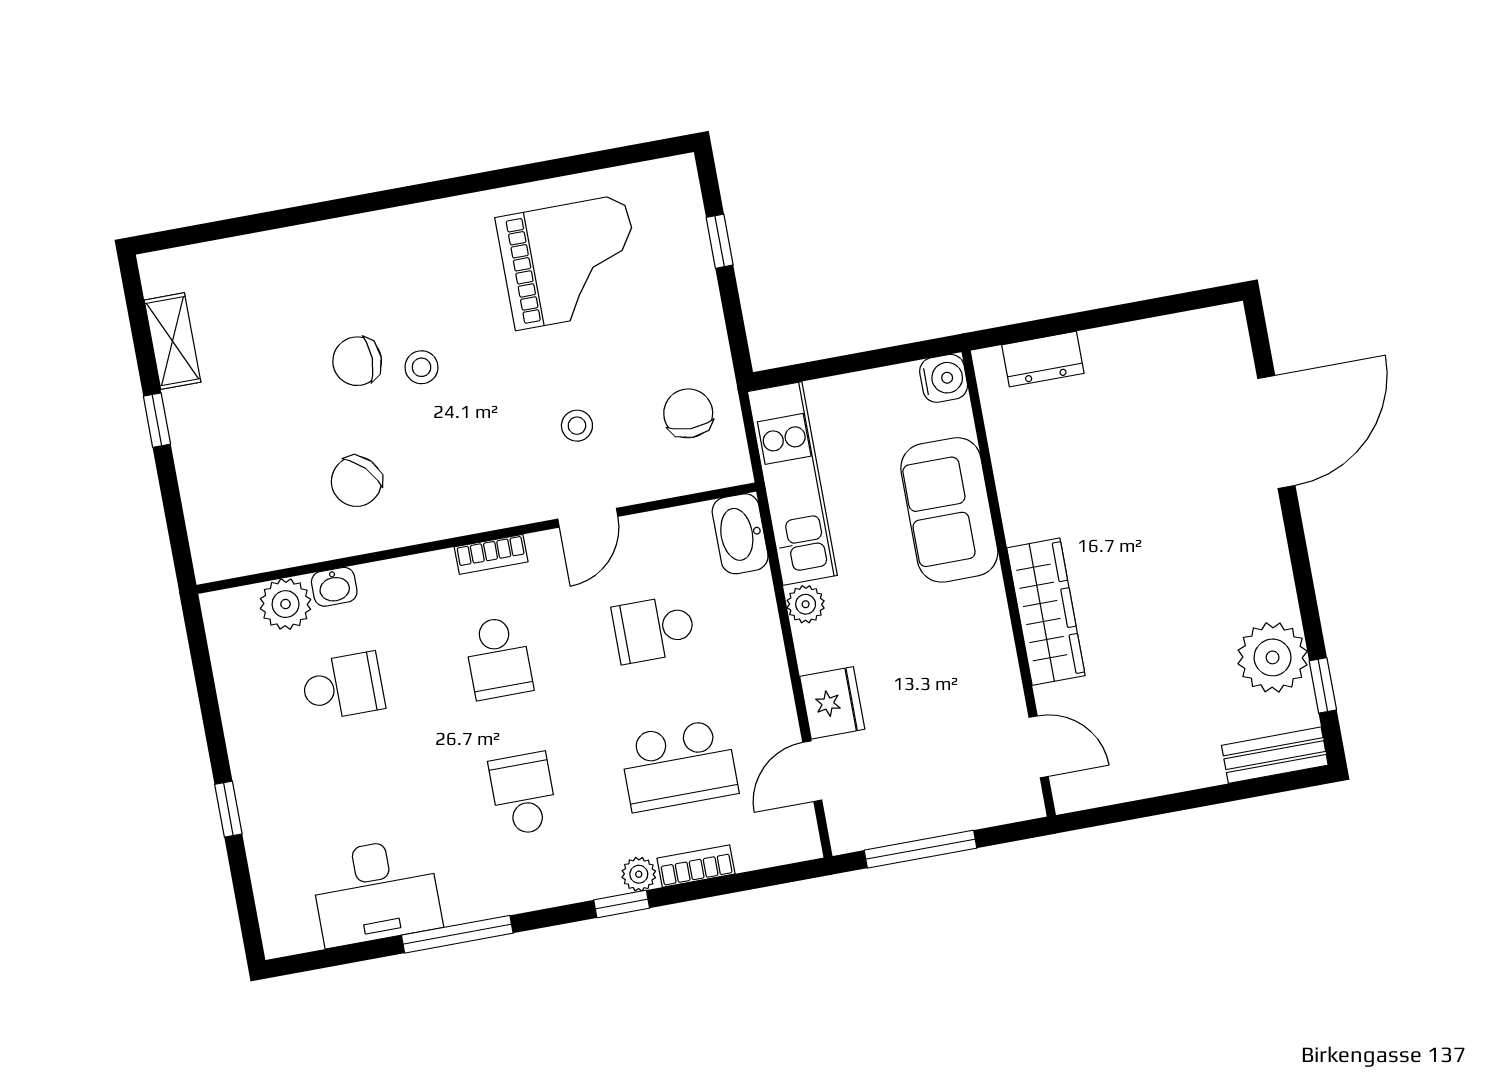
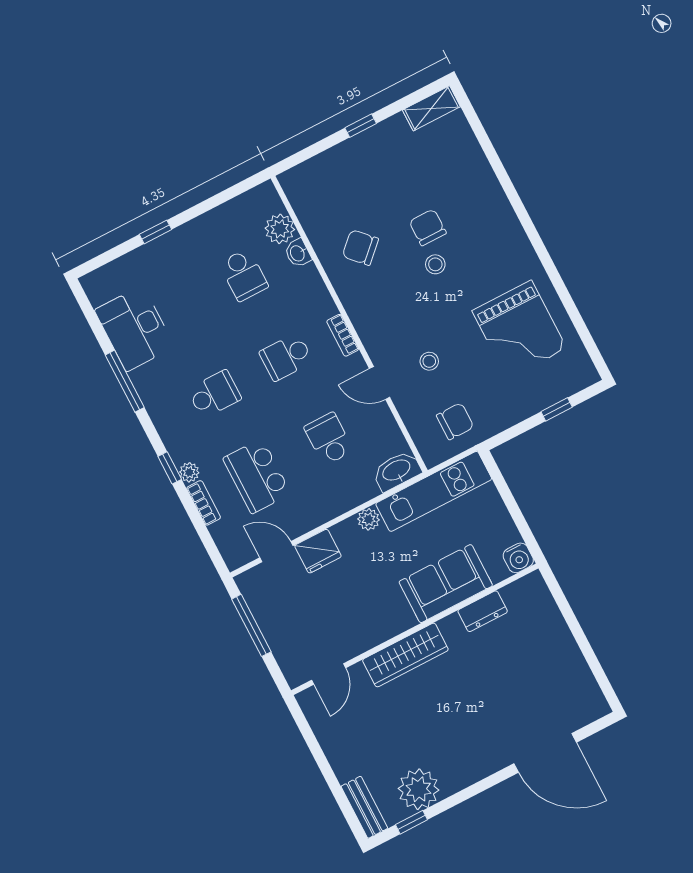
shelving: (172, 341) -> (431, 108), moved
dresser: (1043, 359) -> (483, 611), moved, turned -90

